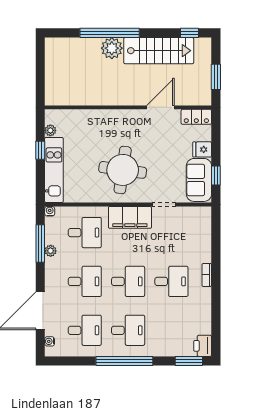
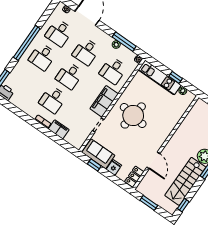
filing cabinet: (203, 249) -> (59, 129), added

